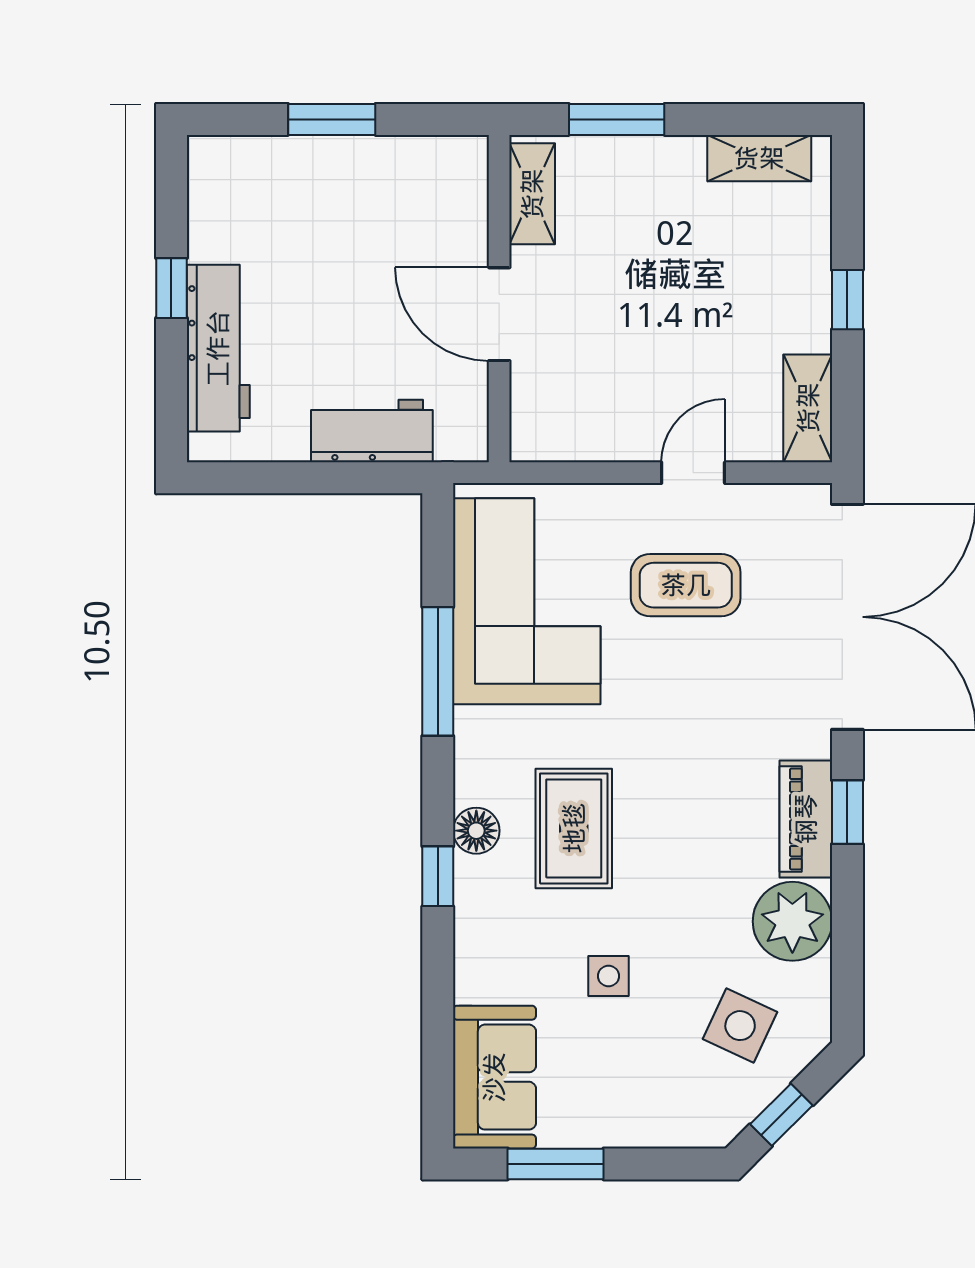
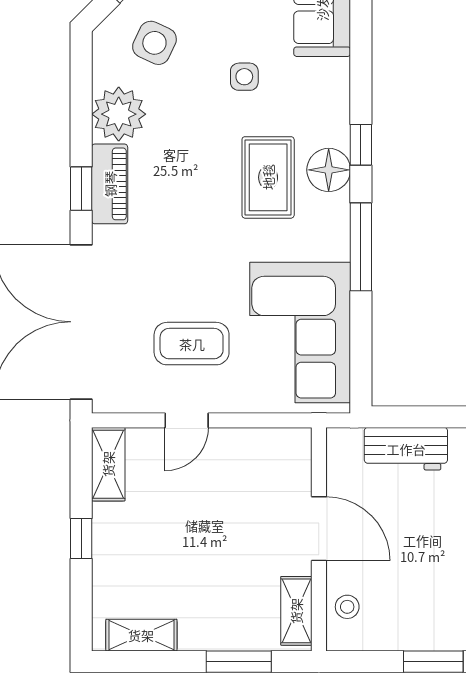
stool: (458, 200) -> (347, 607), added
window: (438, 671) -> (361, 247), moved
floor lamp: (476, 831) -> (329, 170), width x1.38, depth x1.38

